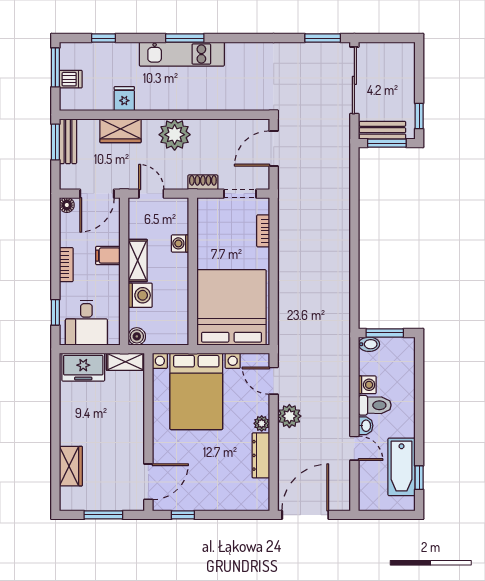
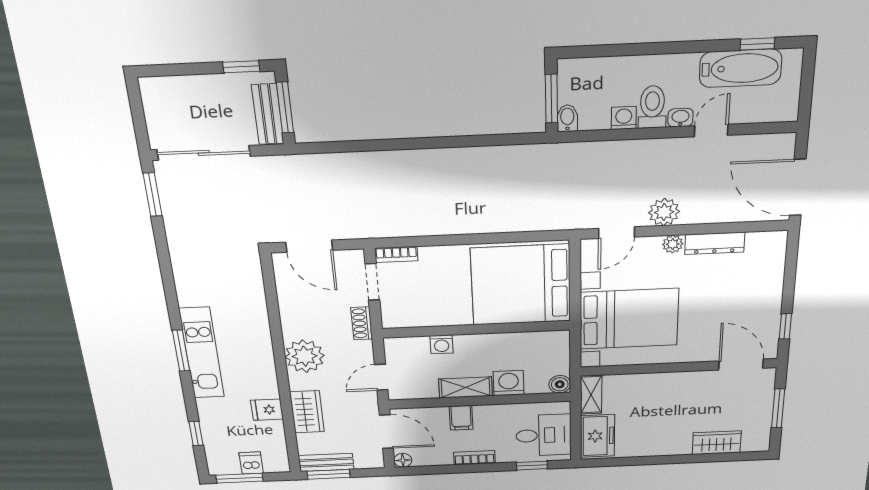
bookcase: (263, 231) -> (396, 254), moved

